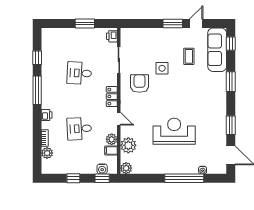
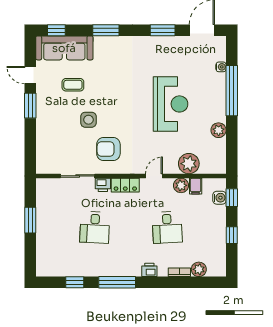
printer: (112, 36) -> (103, 185), moved
reception desk: (174, 131) -> (170, 104), turned 180
plant: (126, 168) -> (219, 130), moved

